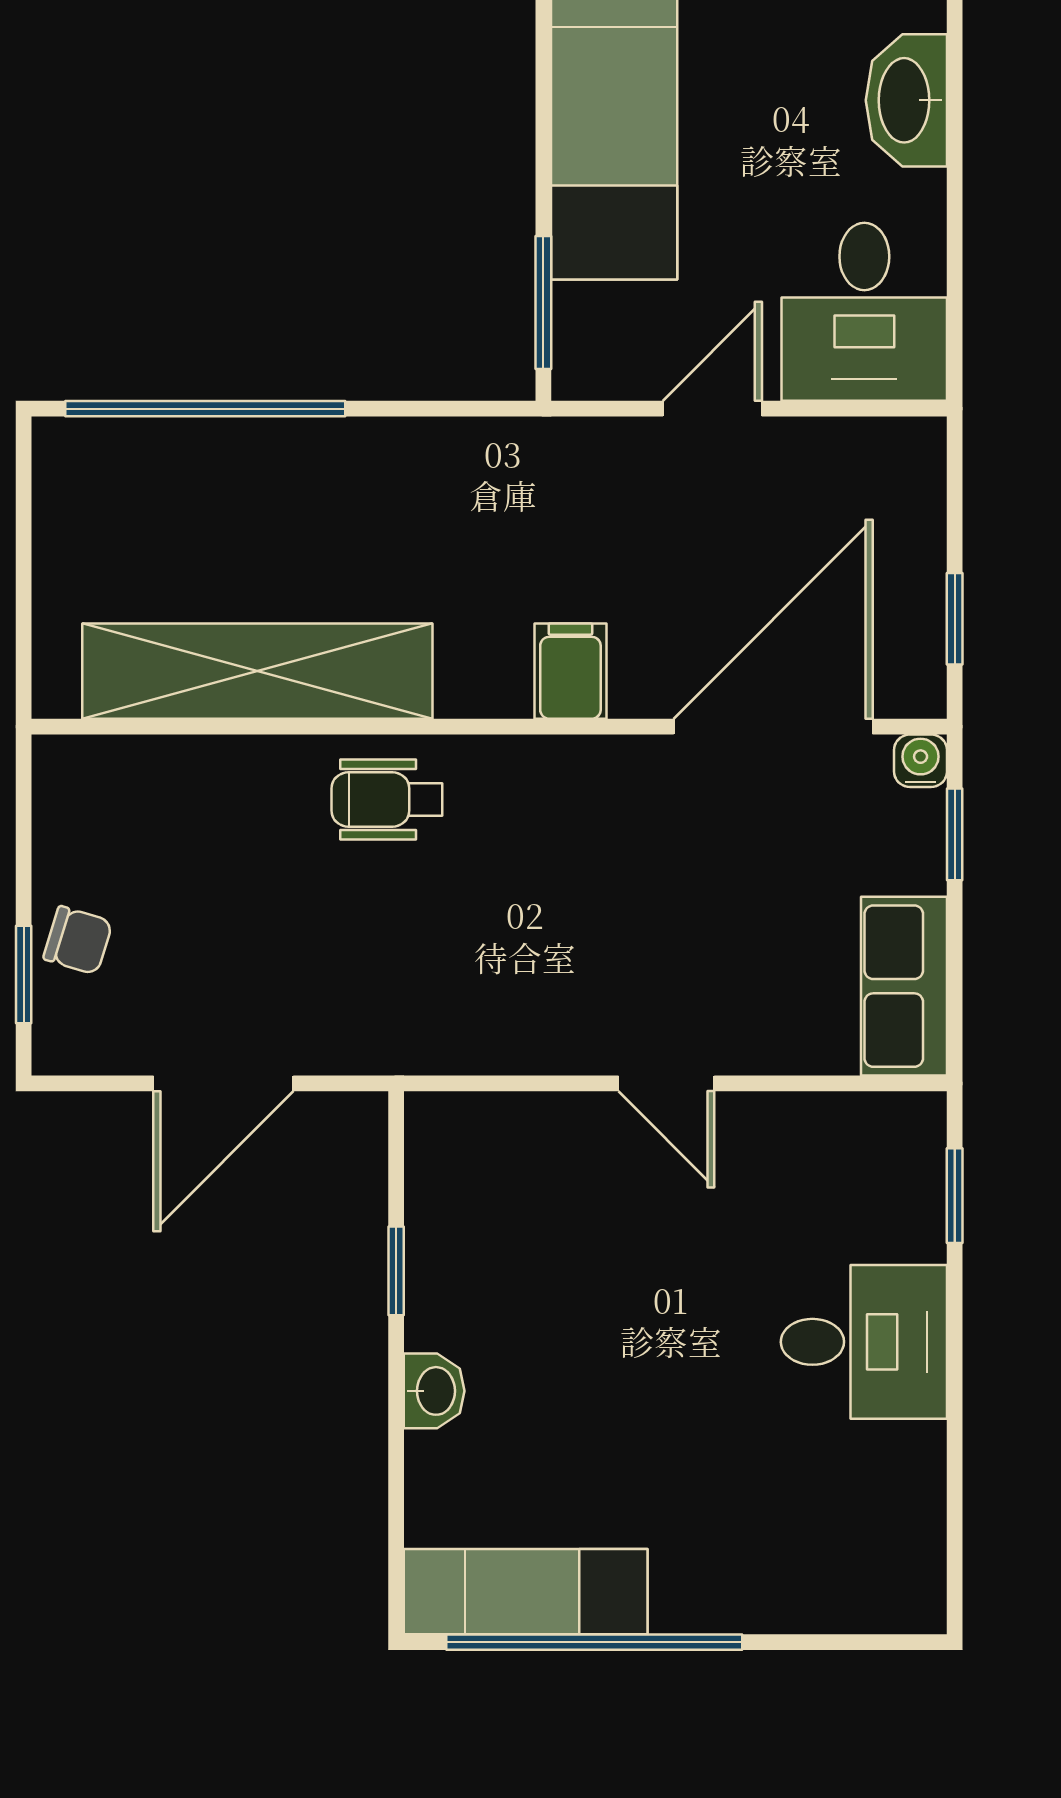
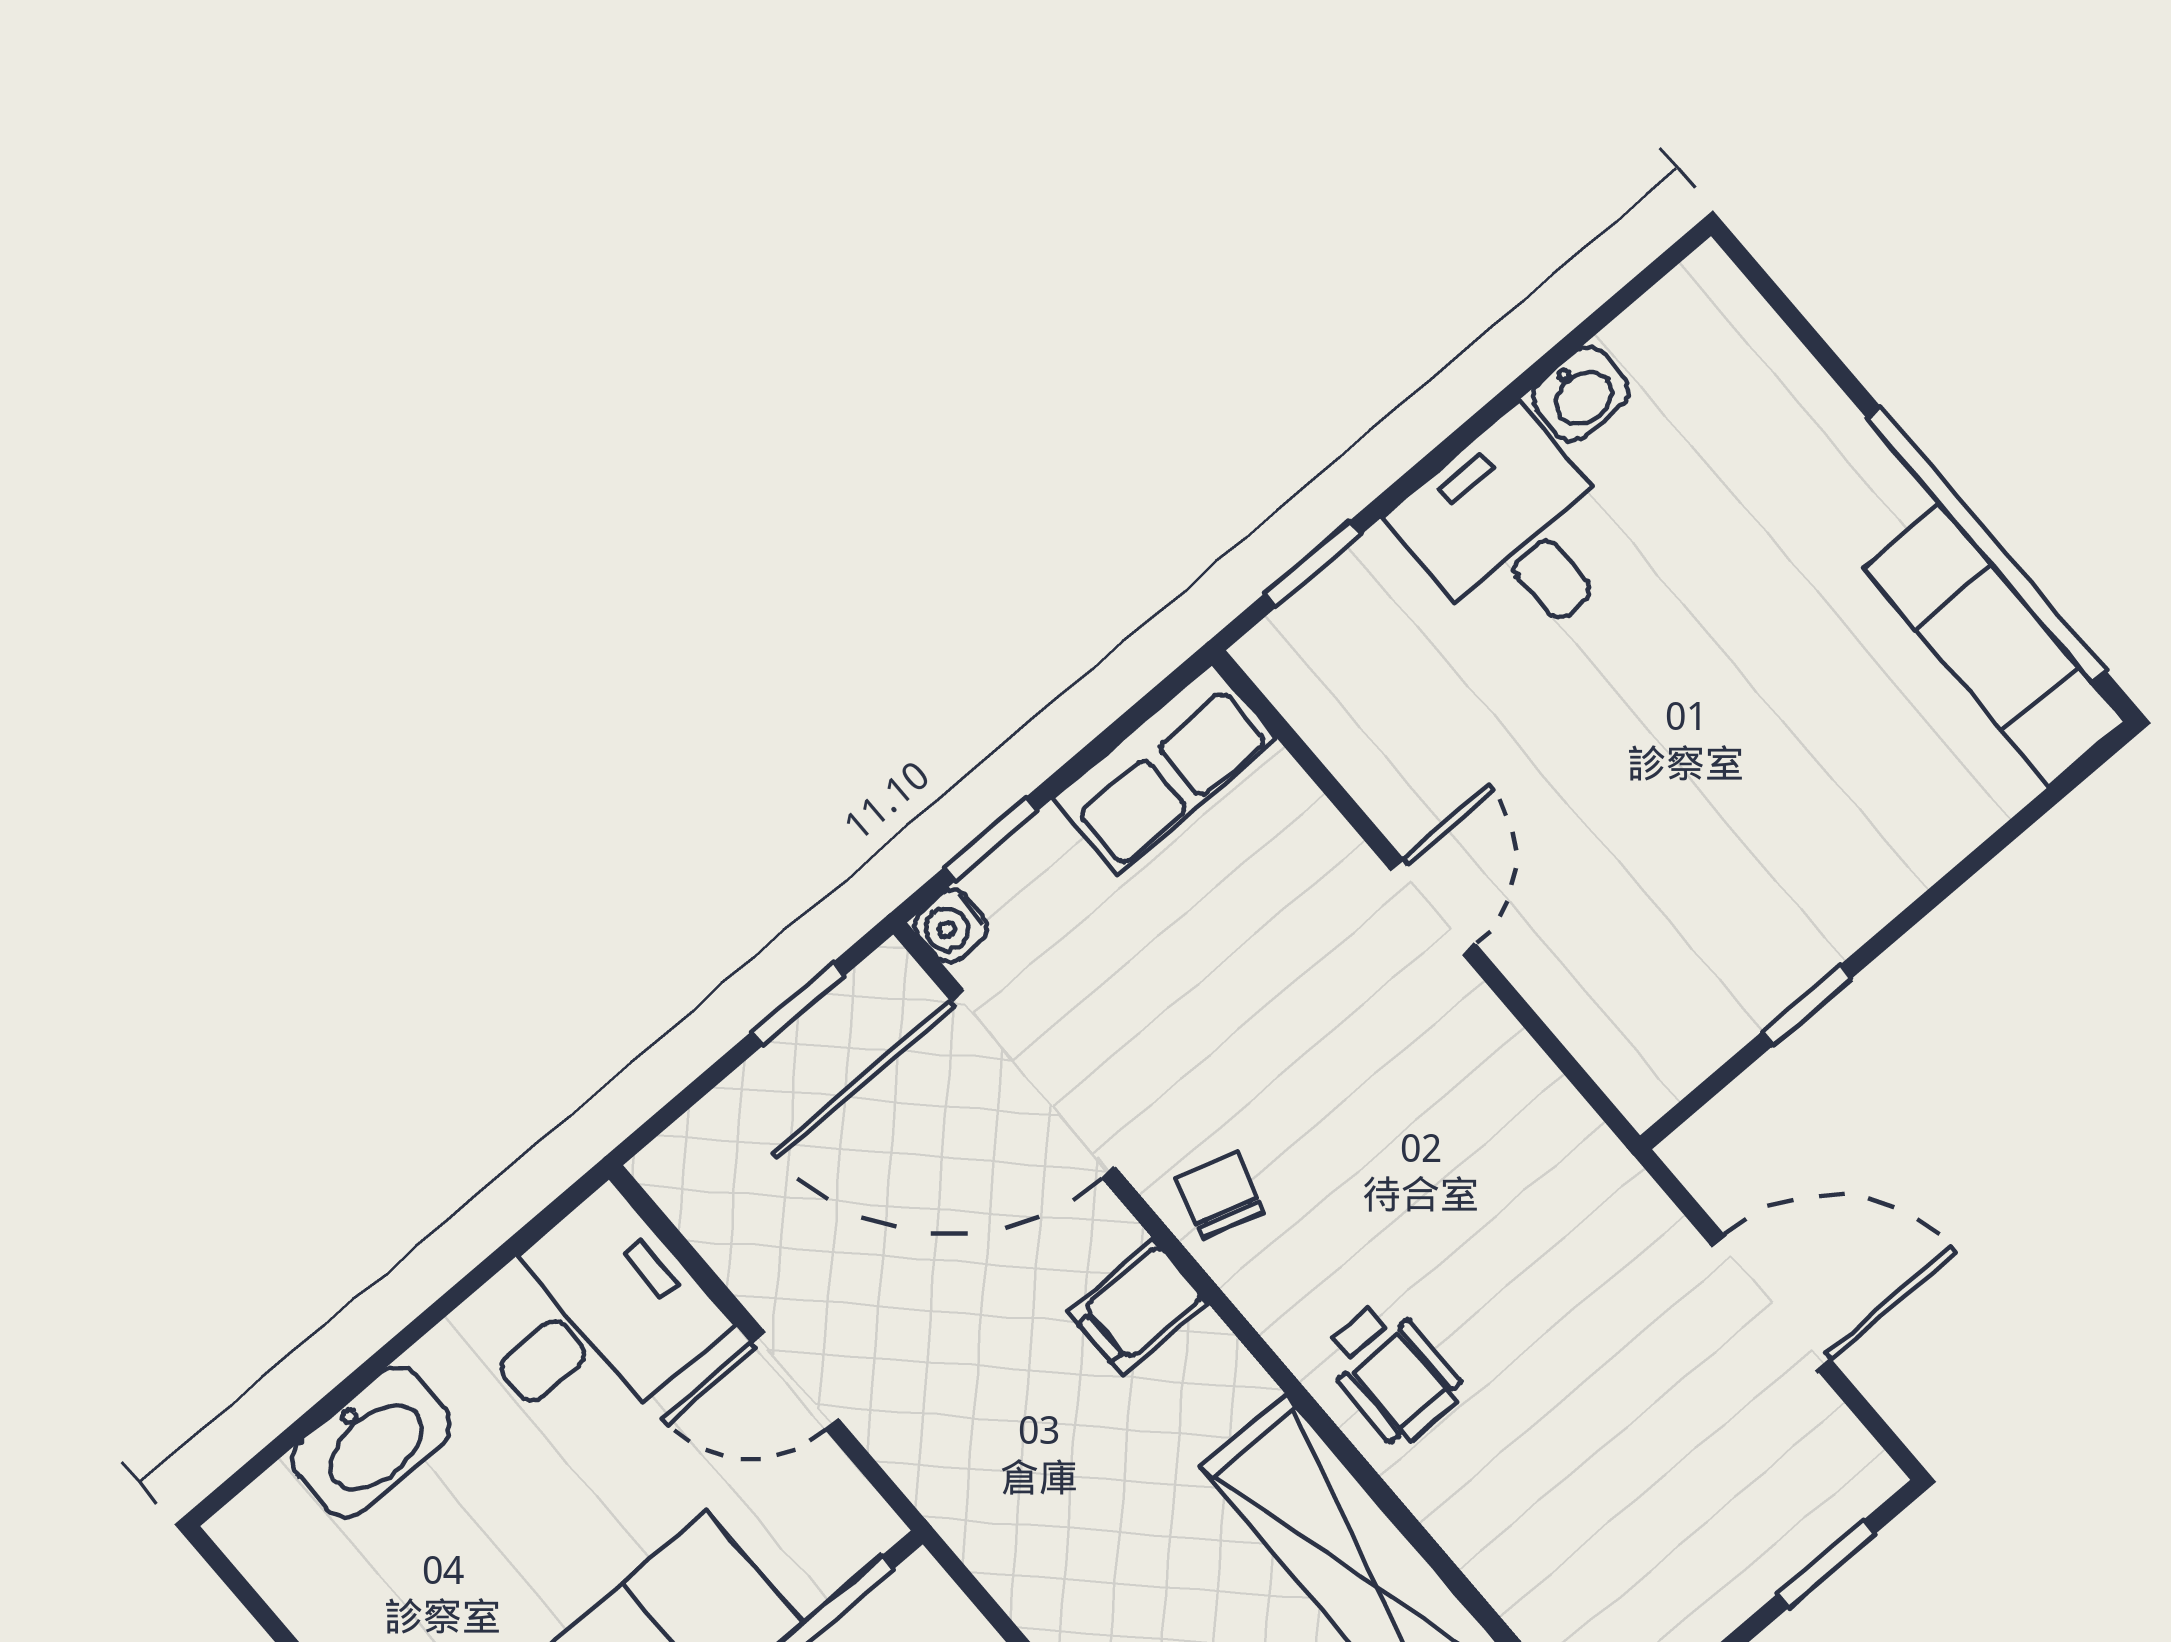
chair: (78, 940) -> (1220, 1195), moved
washbasin: (434, 1391) -> (1581, 394), moved, turned 180

